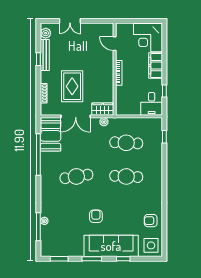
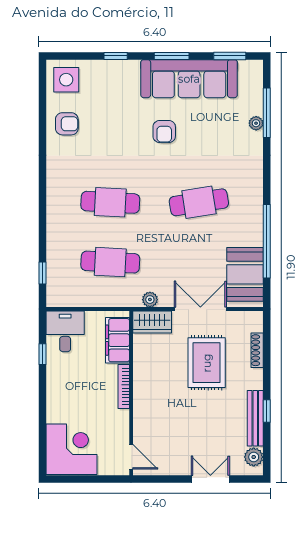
door: (115, 44) -> (131, 457), moved
filing cabinet: (156, 66) -> (117, 340), moved, turned 180
sofa: (111, 246) -> (189, 79), moved

